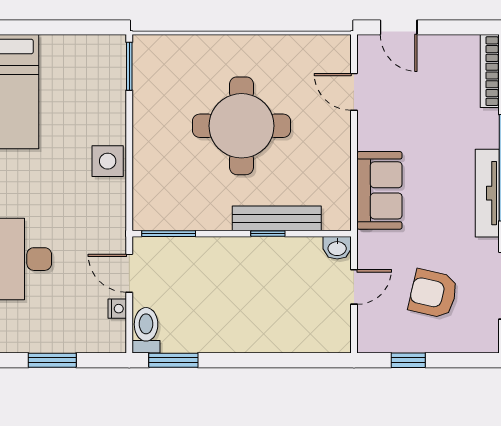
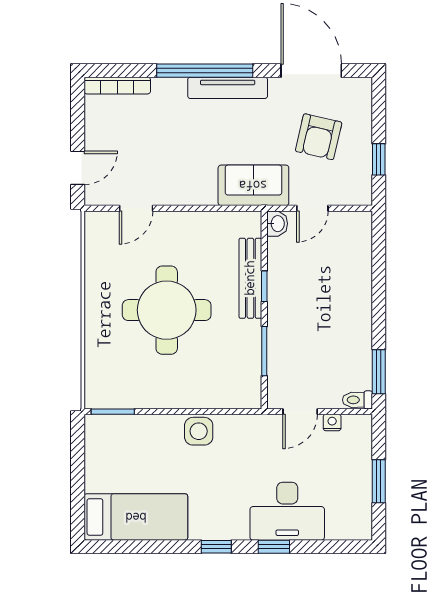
sofa: (379, 190) -> (253, 185), moved
window: (169, 234) -> (264, 351), moved
door: (354, 287) -> (312, 208), swing flipped
toilet: (146, 330) -> (357, 400), width x0.73, depth x0.72

